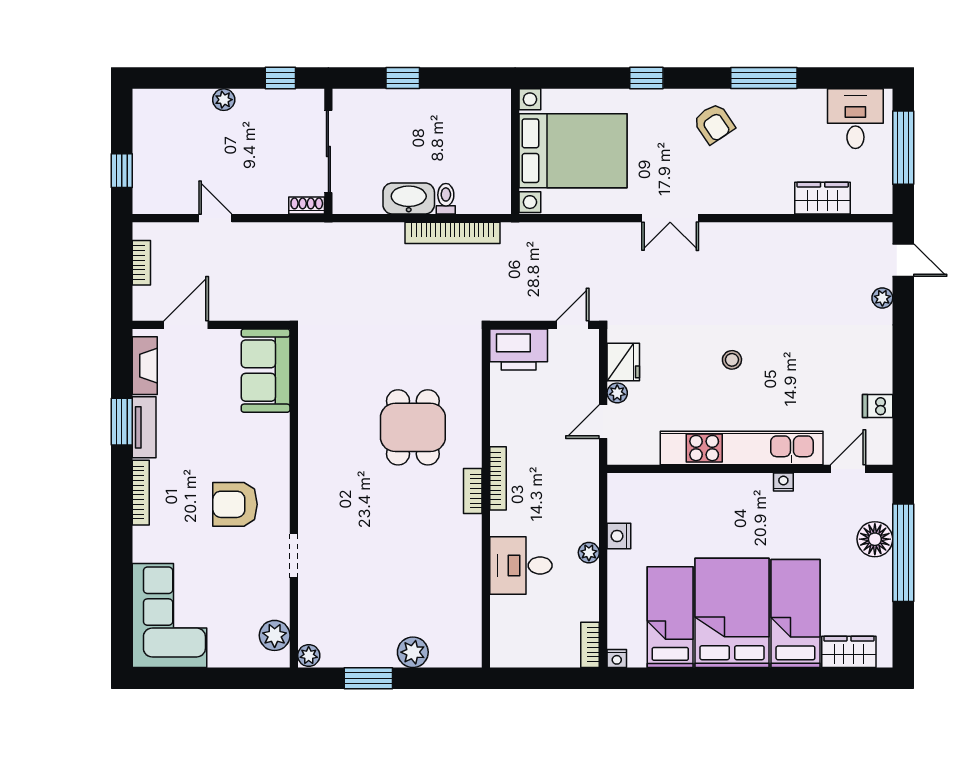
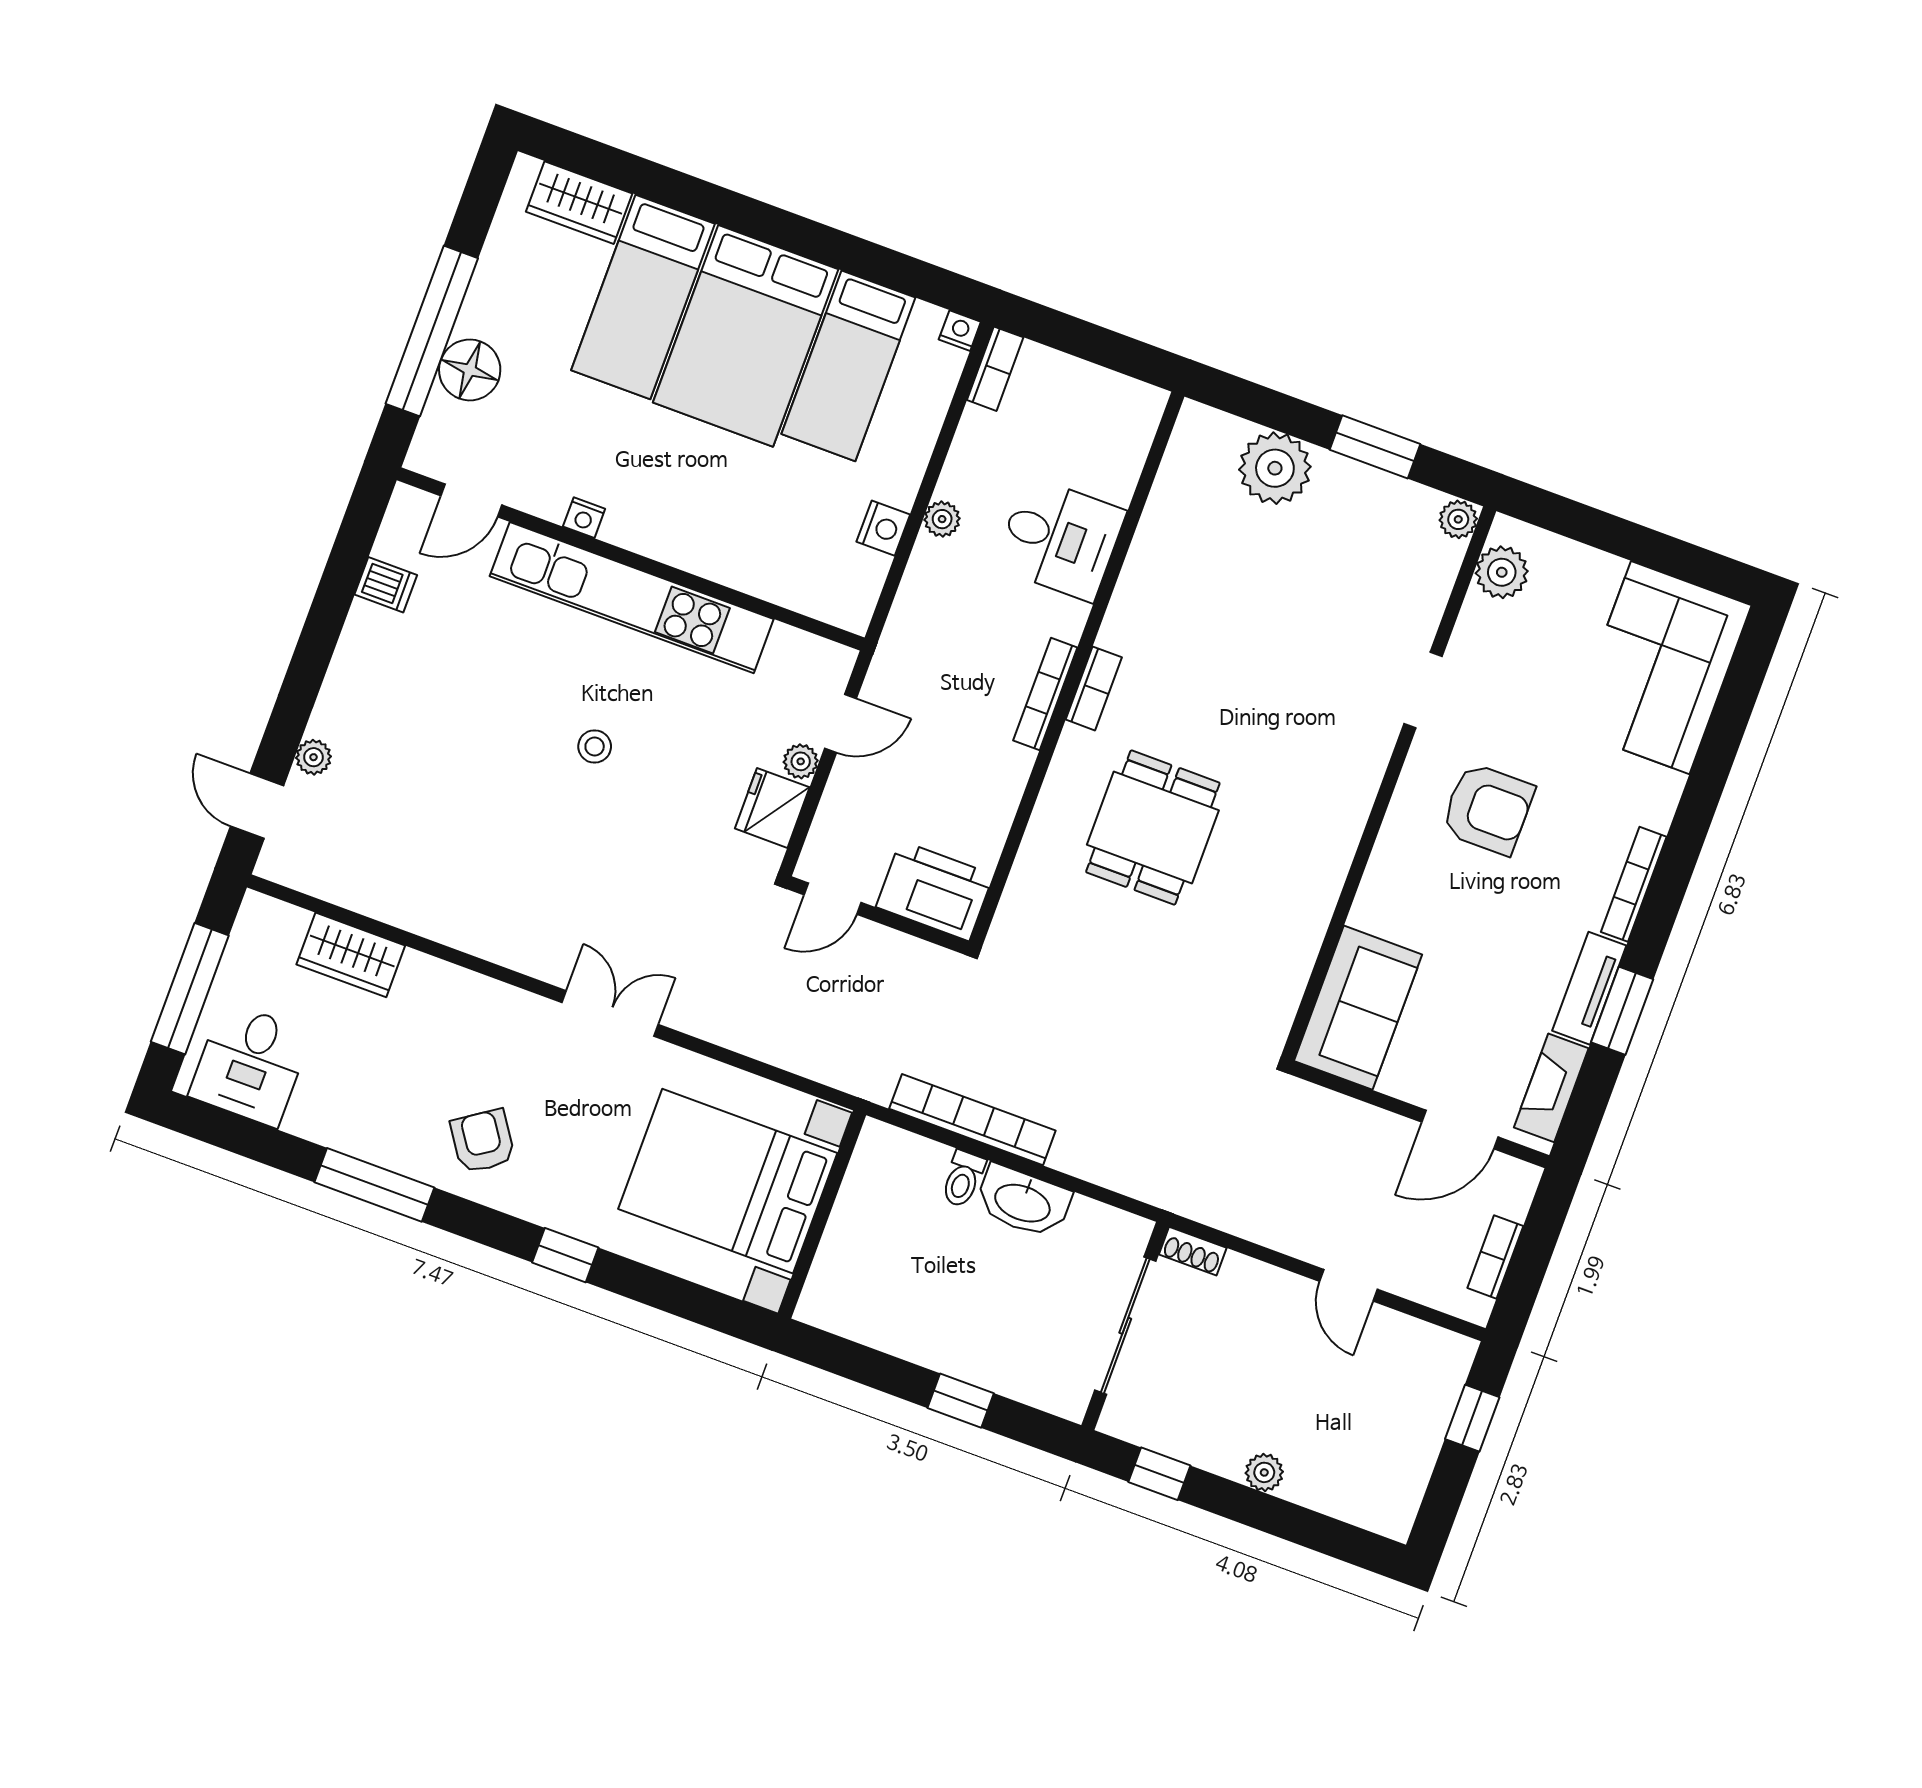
plant: (413, 652) -> (1275, 468), width x1.36, depth x1.36

